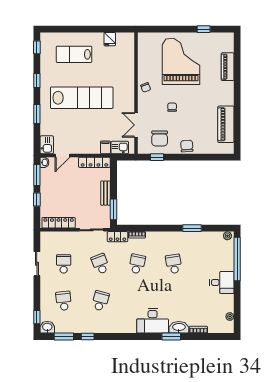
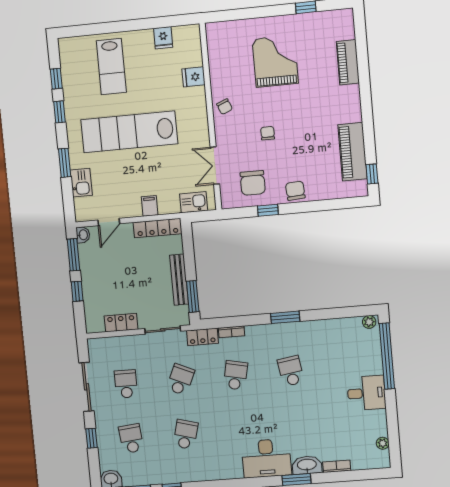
window: (37, 47) -> (56, 79), moved
lab bench: (74, 54) -> (111, 67), turned -90
grand piano: (181, 61) -> (275, 61), width x0.73, depth x0.68
fridge: (127, 66) -> (194, 77), added
lab bench: (82, 98) -> (129, 132), turned 180
window: (237, 140) -> (372, 174), added
kitchen sink: (47, 145) -> (81, 183), moved
filing cabinet: (105, 147) -> (150, 206), moved
window: (157, 157) -> (268, 210), moved
bench: (106, 193) -> (179, 280), width x1.36
locker: (59, 223) -> (121, 323), width x0.66
window: (192, 228) -> (285, 317), moved
sliding door: (37, 264) -> (86, 387), width x1.37
school desk: (100, 264) -> (181, 380), turned 45
window: (37, 317) -> (92, 438), moved

